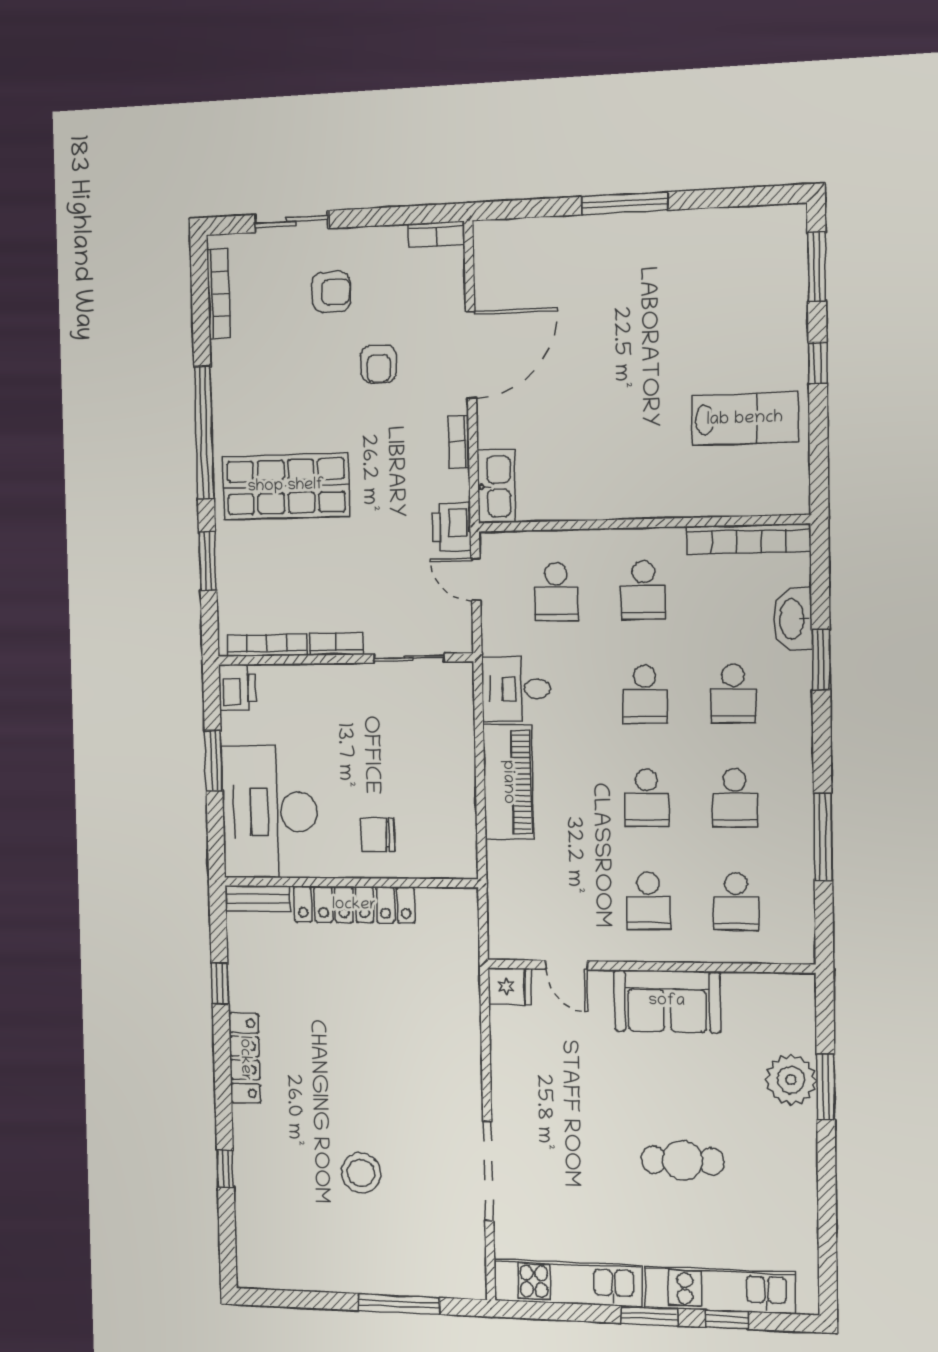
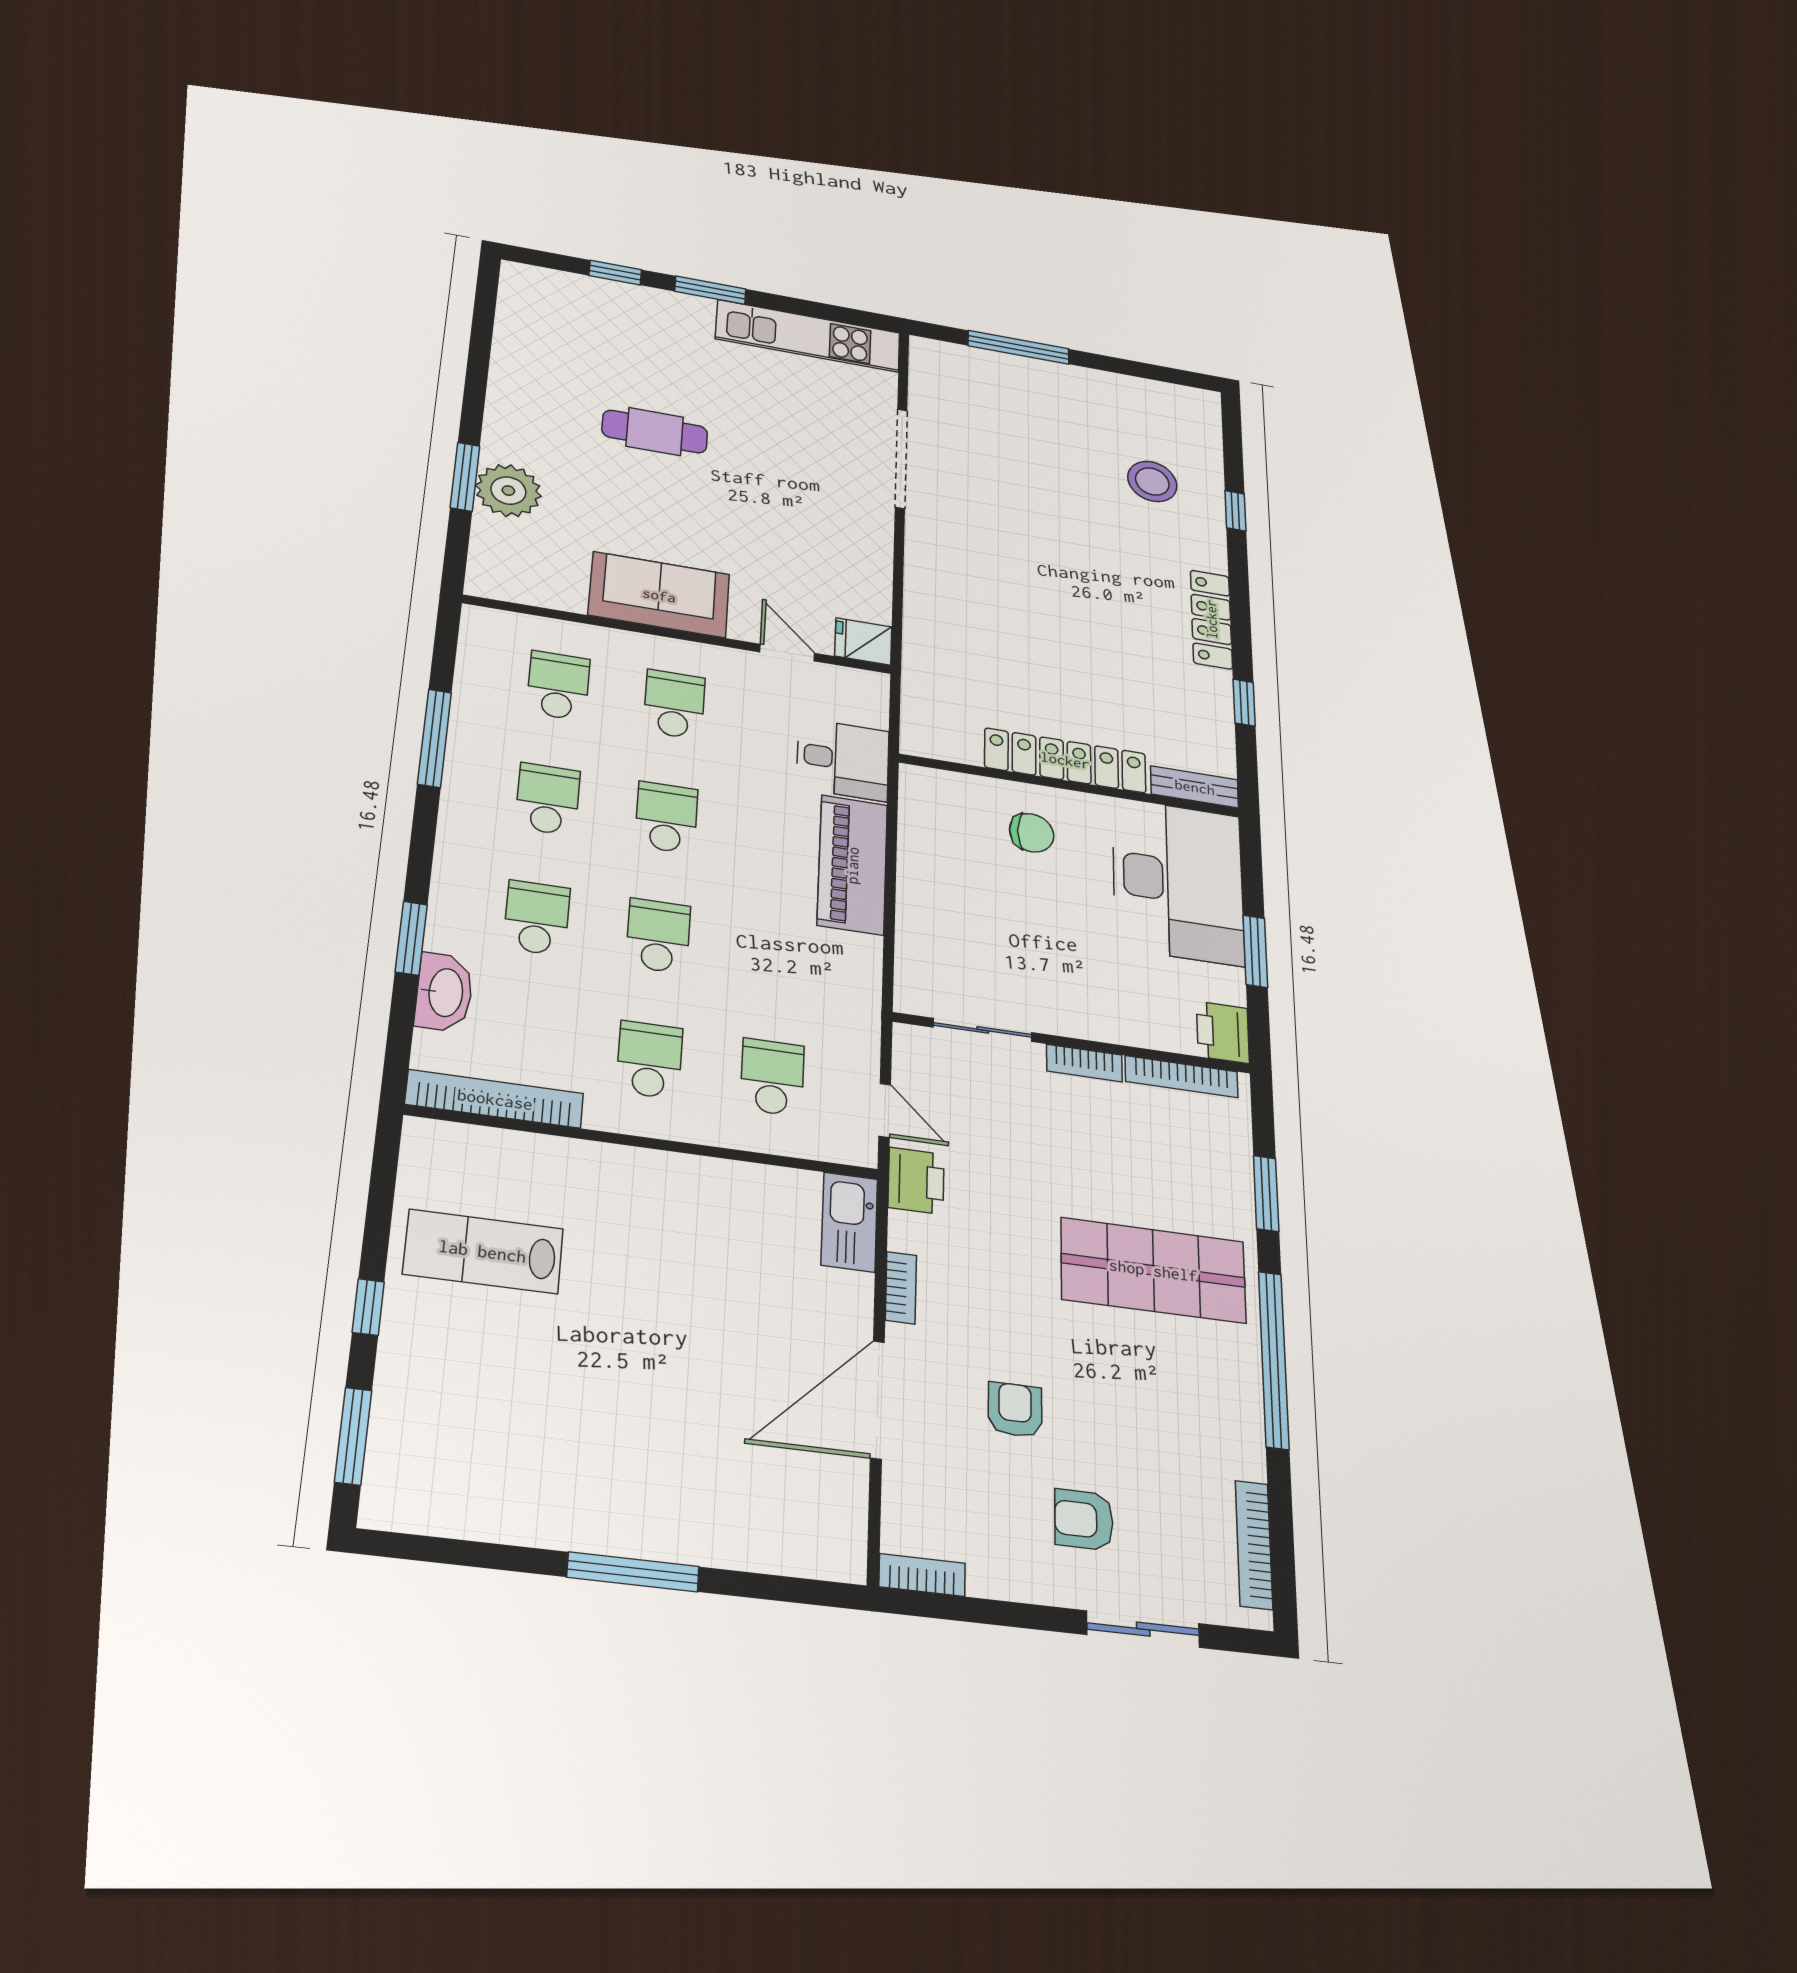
desk: (516, 689) -> (843, 759), moved
stool: (361, 1173) -> (1152, 482), moved
kitchen unit: (719, 1290) -> (621, 301), removed

